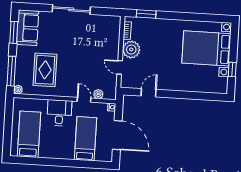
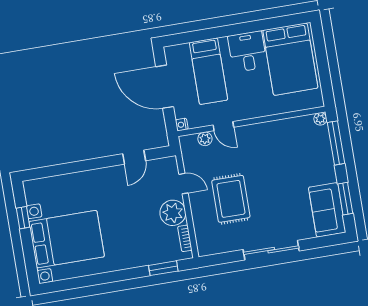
rug: (45, 70) -> (231, 199), moved
desk: (59, 113) -> (247, 52), moved, turned 180
bed: (29, 134) -> (290, 59), width x1.50

